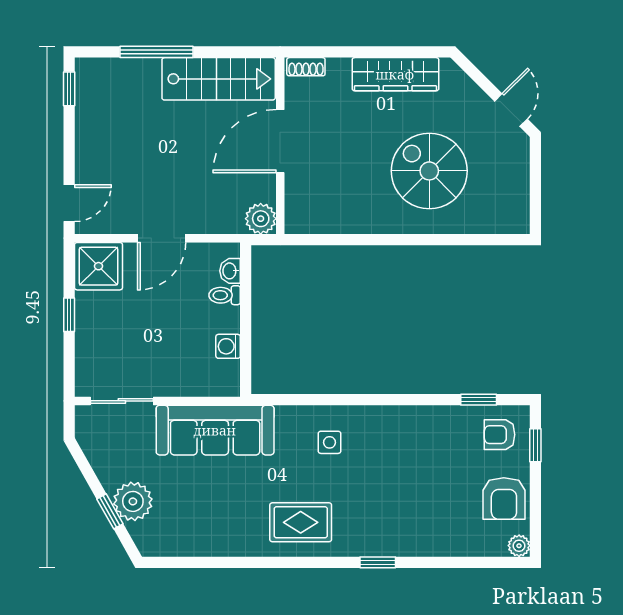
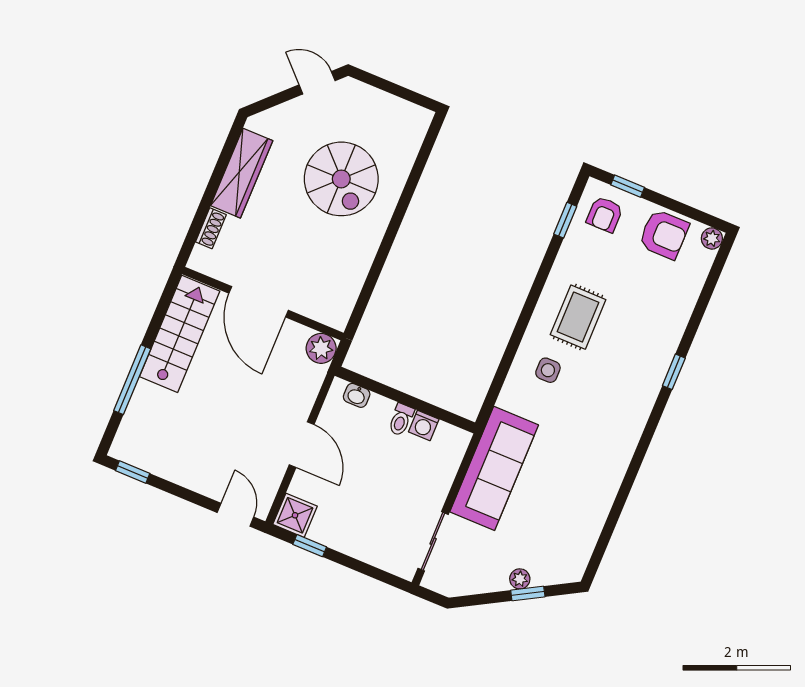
shoe rack: (306, 67) -> (211, 228), moved
spiral stairs: (429, 171) -> (341, 179), turned -90
shower: (99, 266) -> (295, 515), width x0.73, depth x0.73
toilet: (225, 295) -> (401, 420), moved
window: (69, 315) -> (310, 546), moved
plant: (133, 501) -> (520, 579), width x0.53, depth x0.53
rug: (301, 522) -> (578, 317), moved

